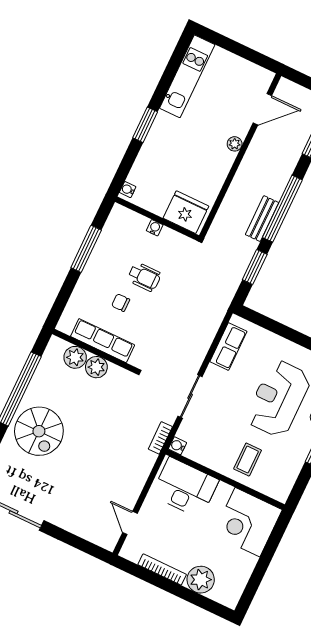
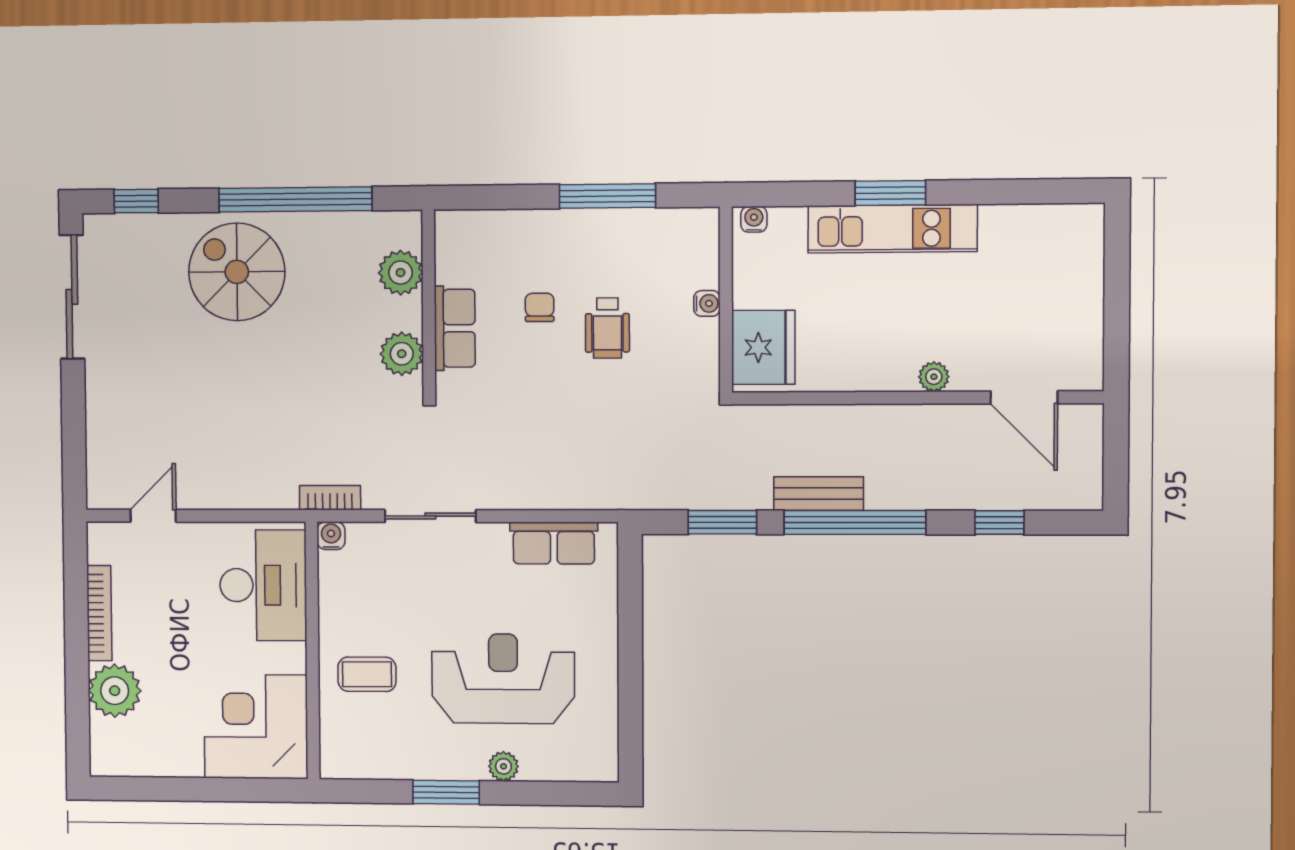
kitchen unit: (187, 76) -> (893, 229), moved
row of seats: (103, 341) -> (455, 328), width x0.68
plant: (96, 367) -> (402, 354), moved
spiral stairs: (39, 431) -> (237, 272), turned 90

